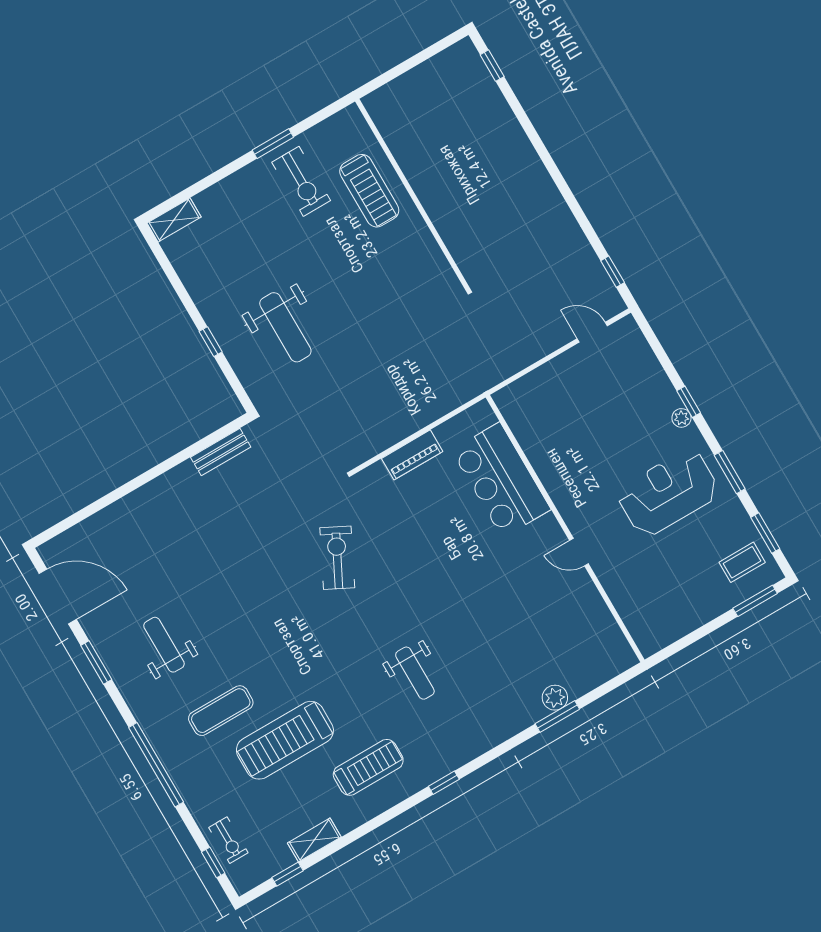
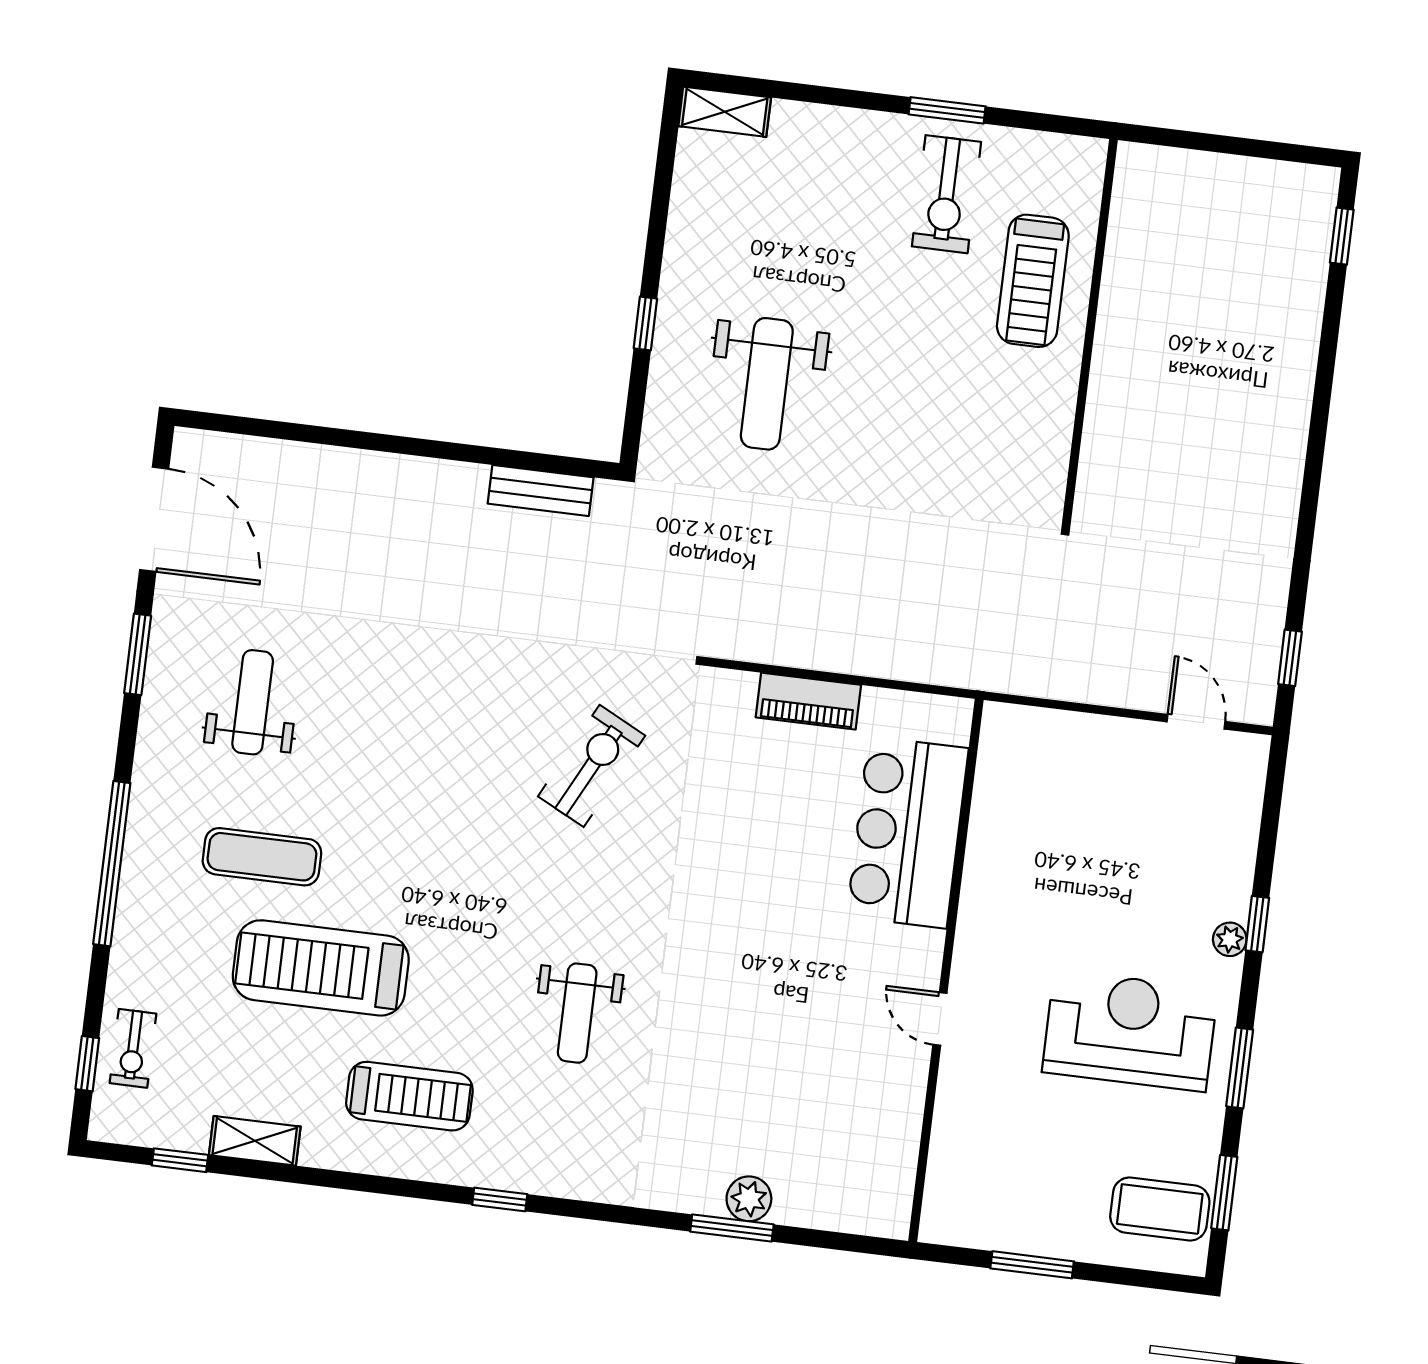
coffee table: (742, 562) -> (1160, 1209), width x1.36, depth x1.30
window: (755, 601) -> (1032, 1265), moved

